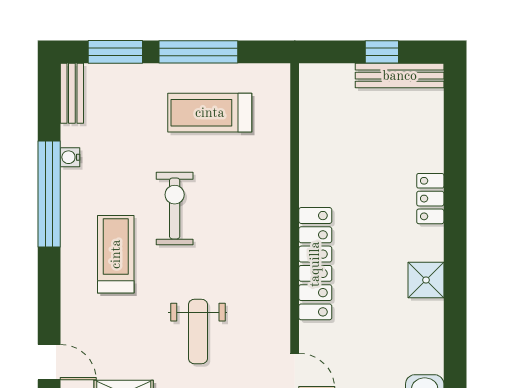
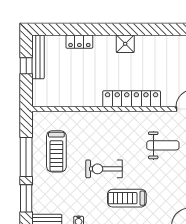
locker: (430, 199) -> (79, 42), moved
shower: (426, 280) -> (125, 44), moved
weight bench: (198, 332) -> (163, 145), moved

